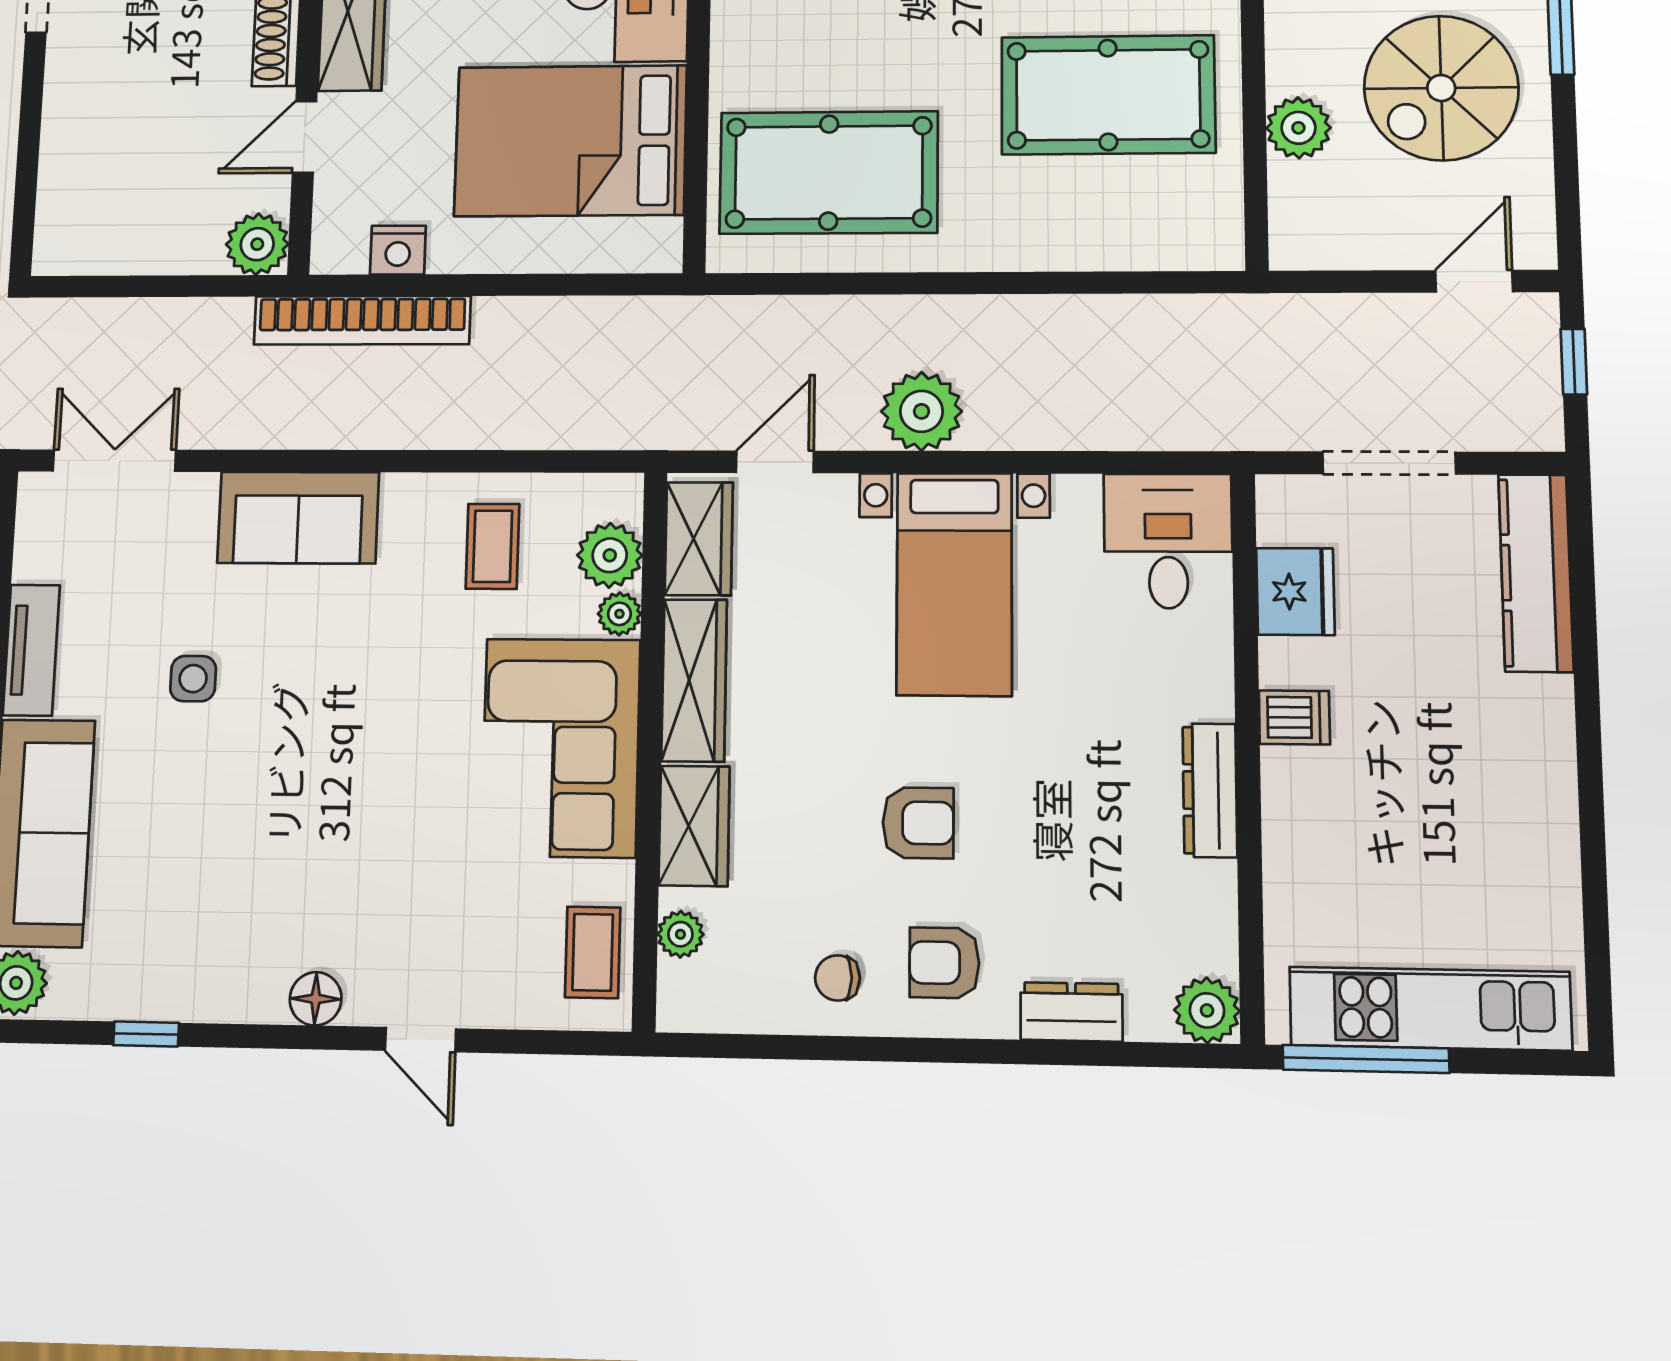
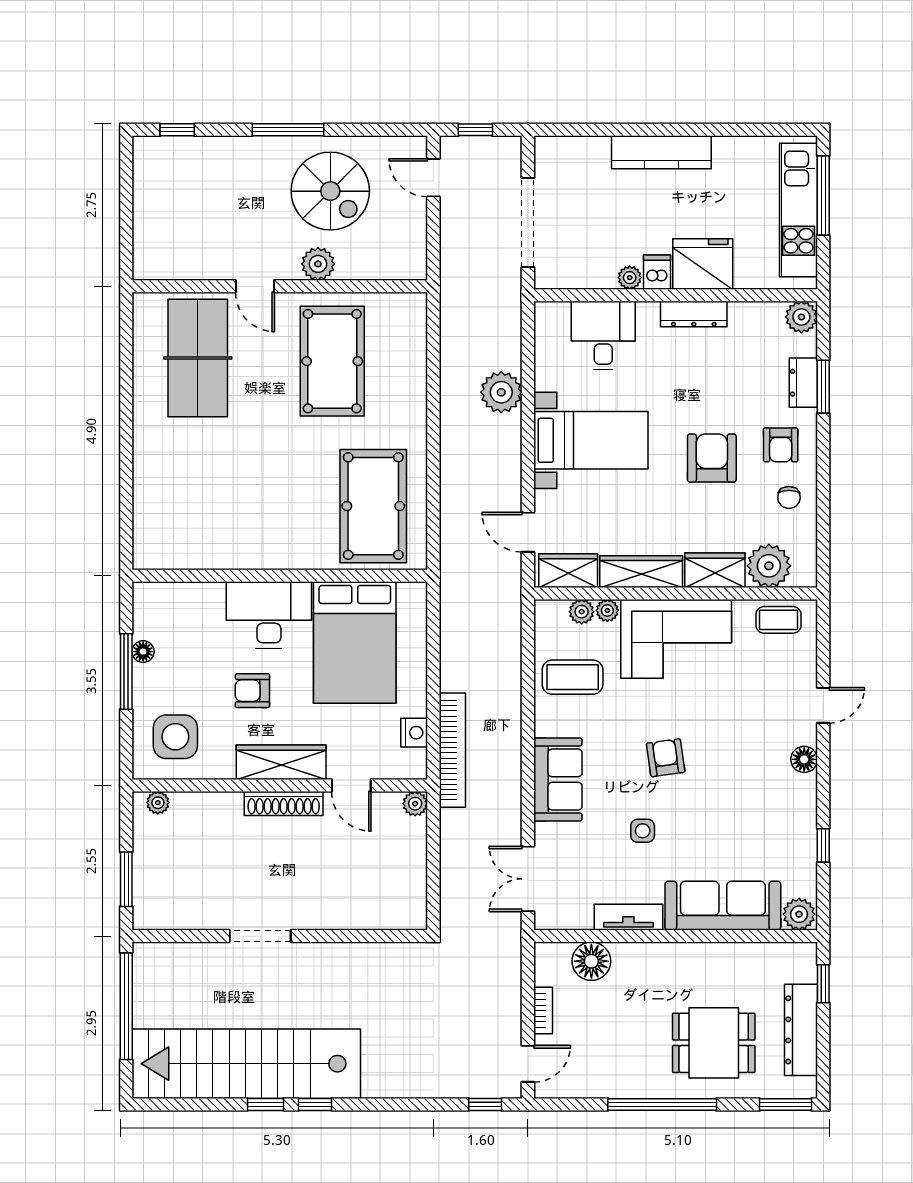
plant: (1298, 128) -> (318, 264), moved
plant: (257, 244) -> (415, 804), width x0.73, depth x0.73
plant: (921, 411) -> (501, 392), moved
doorway: (1389, 463) -> (528, 223), width x1.36
desk: (1168, 541) -> (603, 336), moved, turned 90
coffee table: (493, 546) -> (573, 677), width x1.36, depth x1.30
plant: (610, 555) -> (582, 612), width x0.73, depth x0.73
kitchen counter: (1536, 573) -> (661, 152), moved
fridge: (1295, 592) -> (703, 264), moved, width x1.36, depth x1.34
plant: (1282, 663) -> (630, 278), added
armchair: (331, 725) -> (666, 758), added
armchair: (918, 823) -> (712, 458), width x1.38, depth x1.38
plant: (680, 934) -> (769, 566), width x1.88, depth x1.88
window: (1063, 1053) -> (823, 387), added
window: (1366, 1059) -> (823, 196), moved

